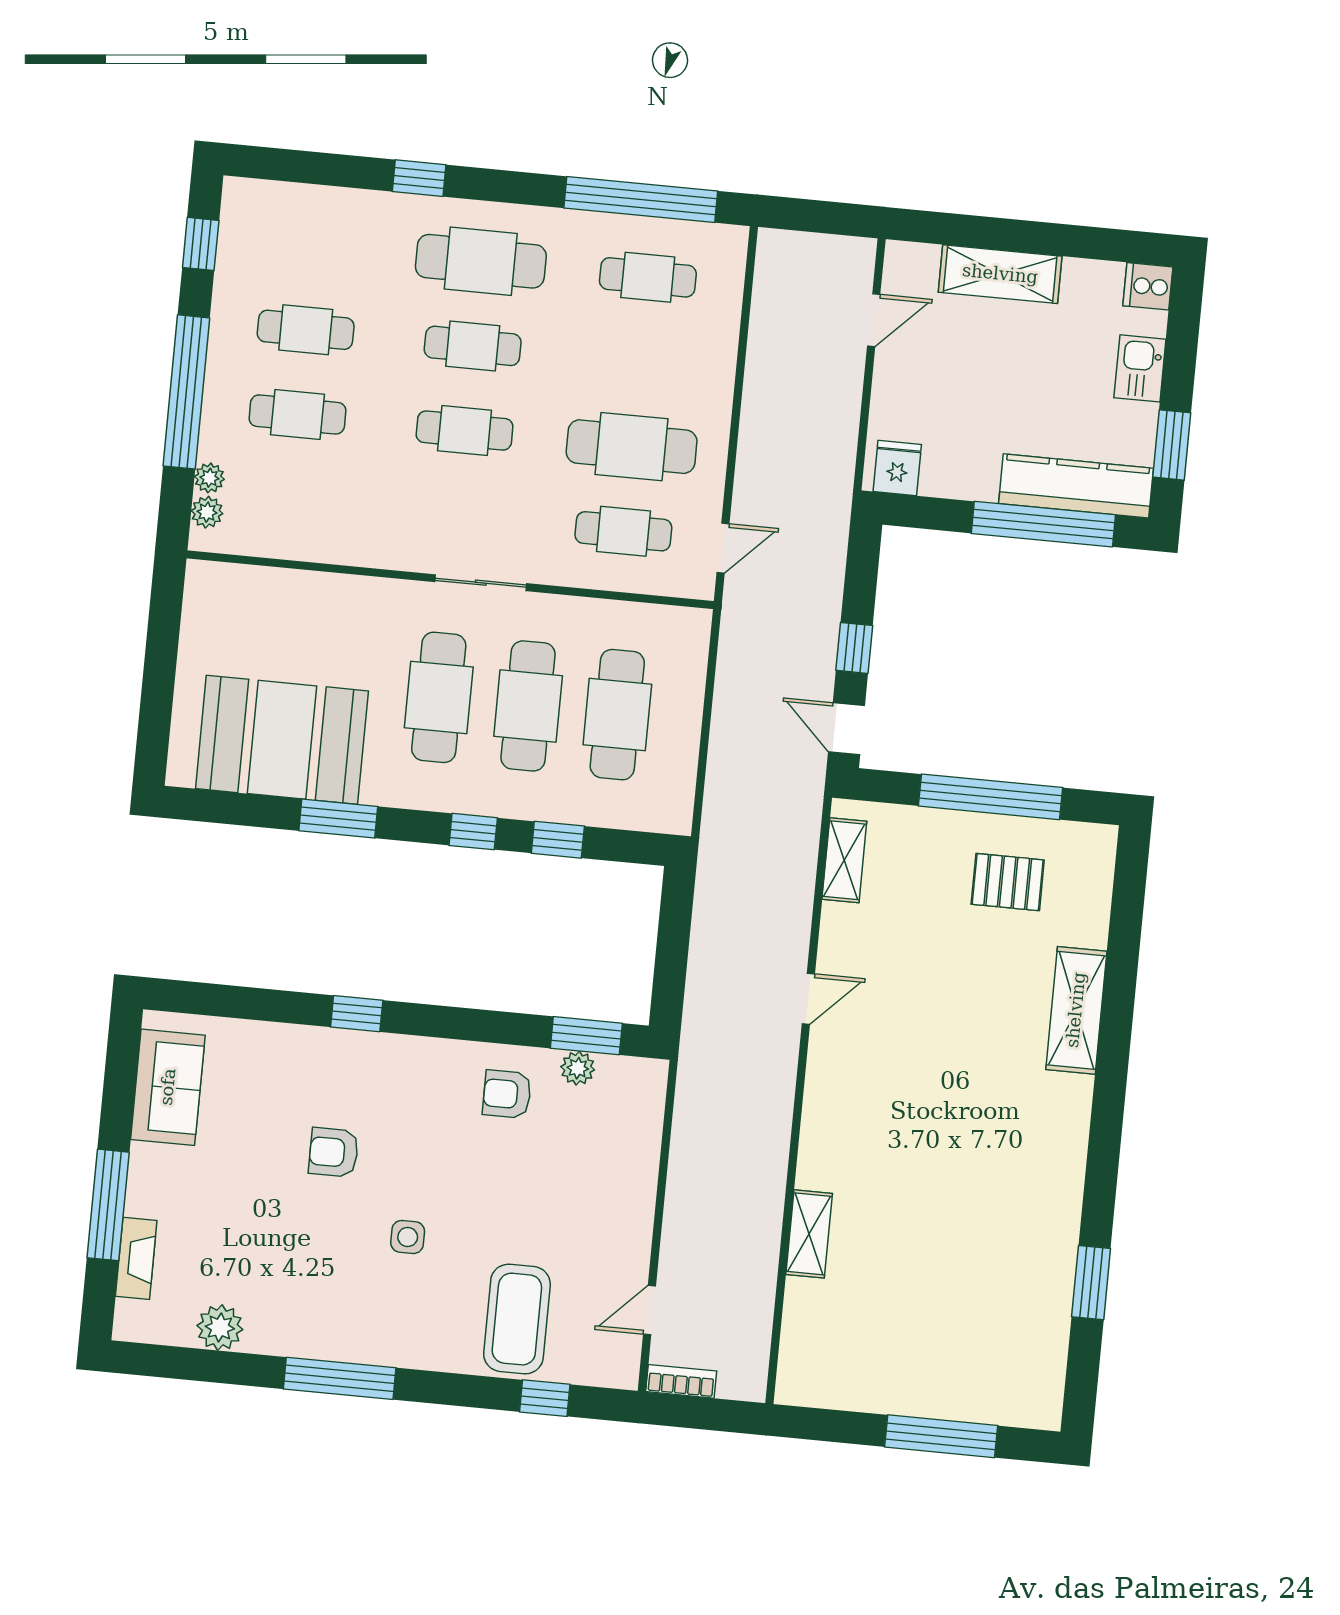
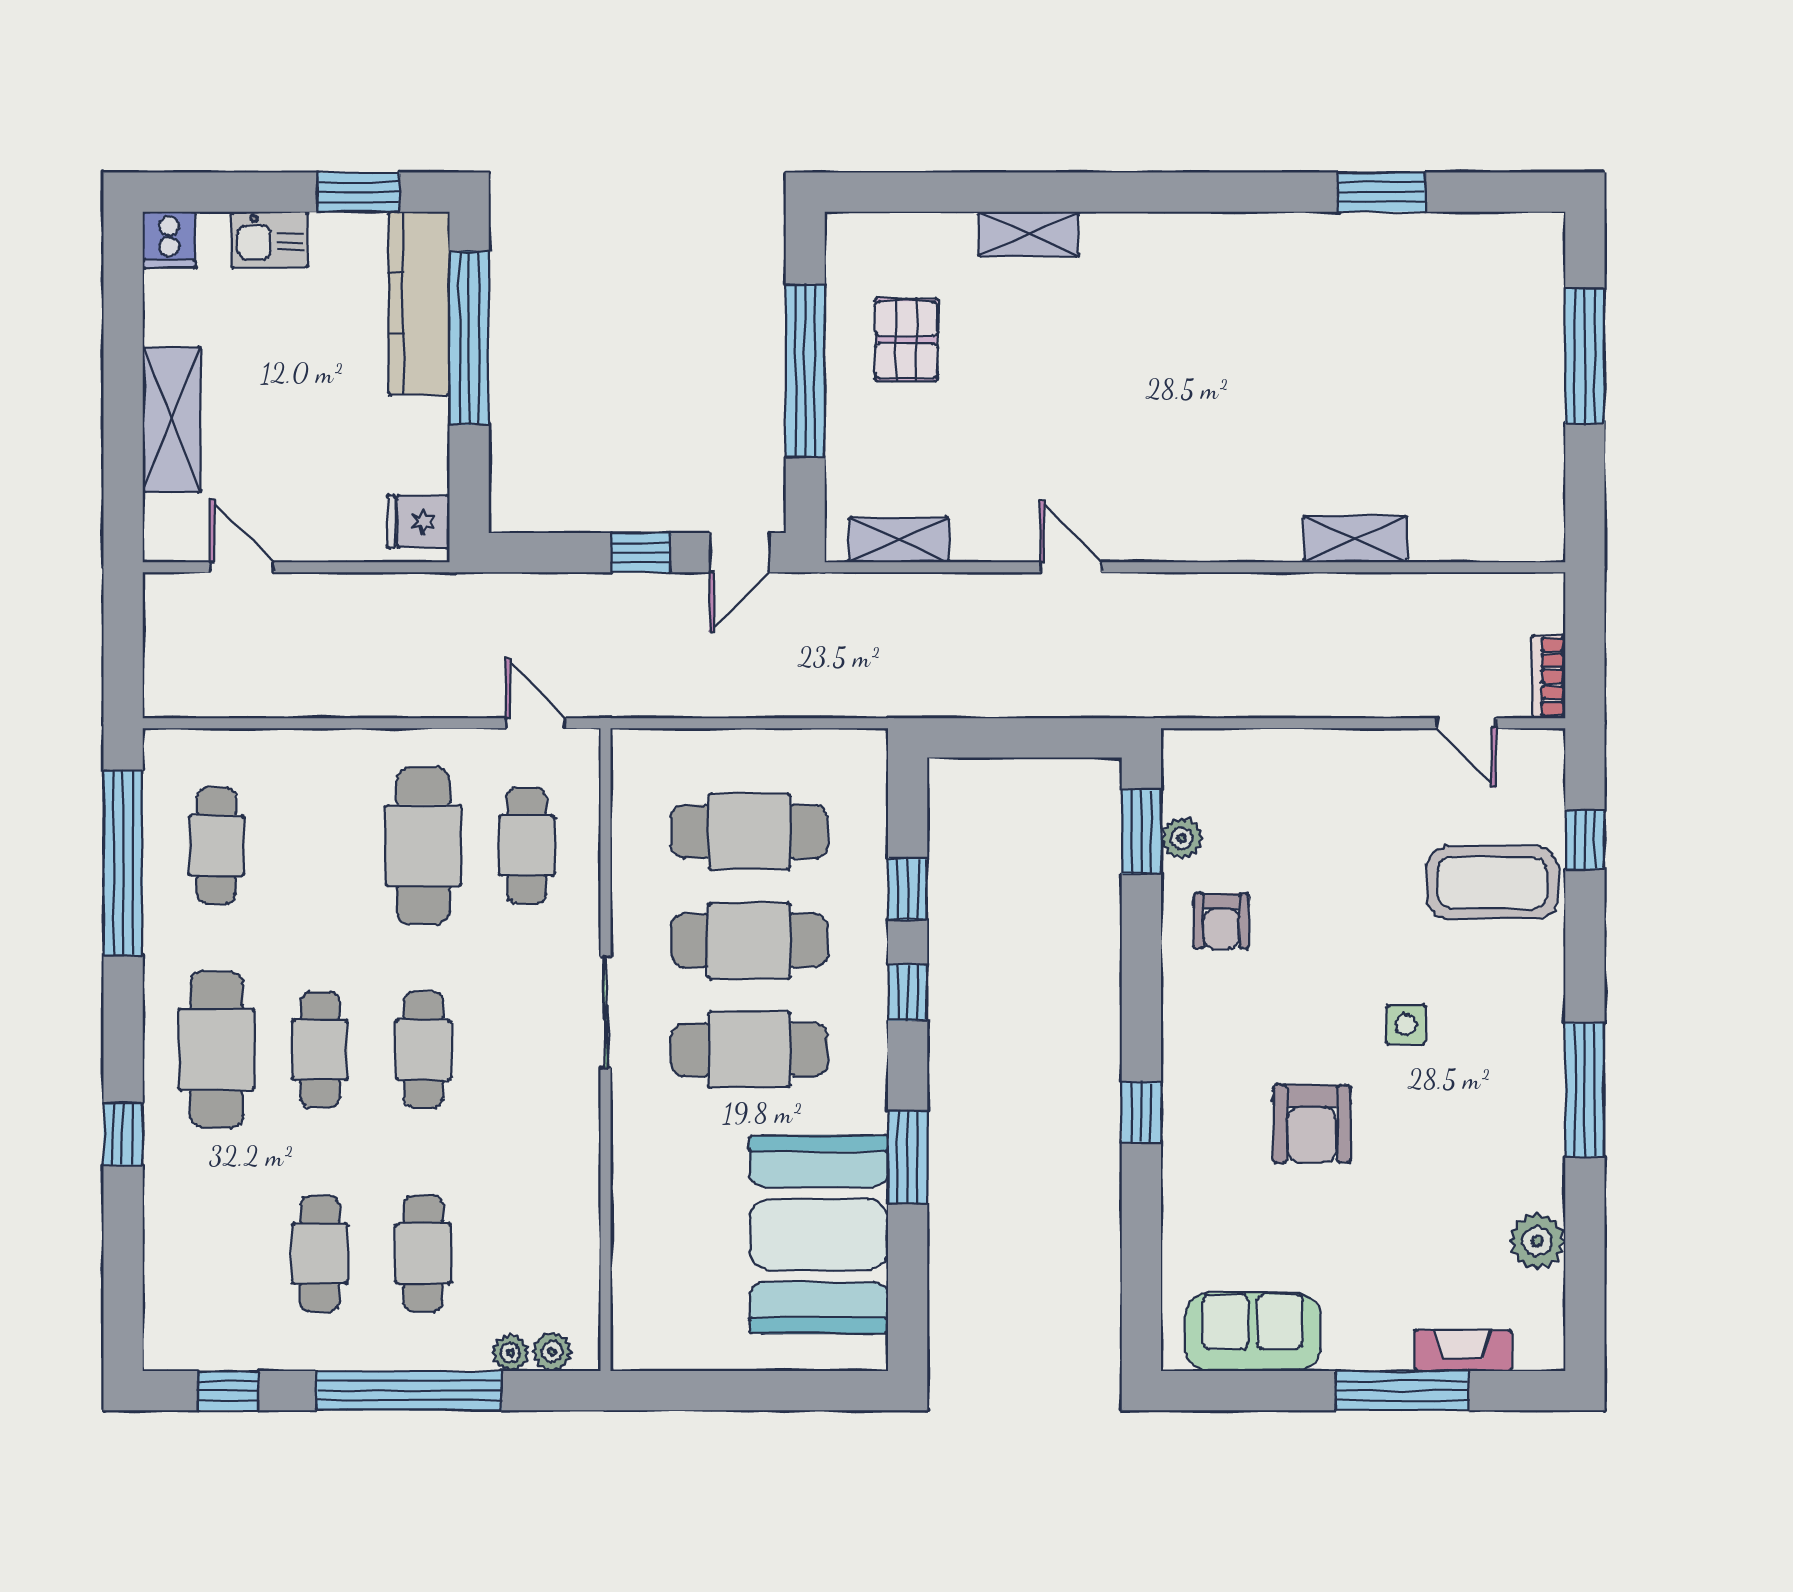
shelving: (1076, 1010) -> (1029, 234), width x0.67, depth x0.75
armchair: (334, 1152) -> (1312, 1124), width x1.38, depth x1.38

